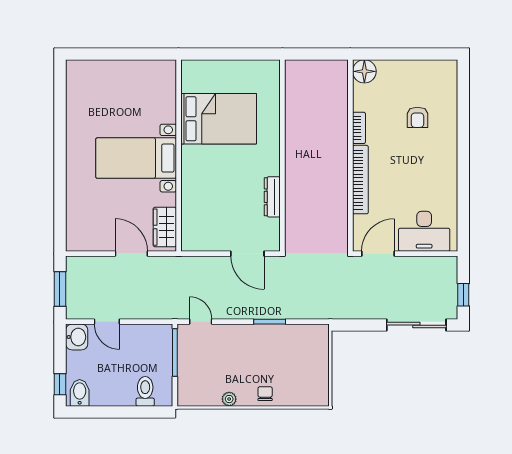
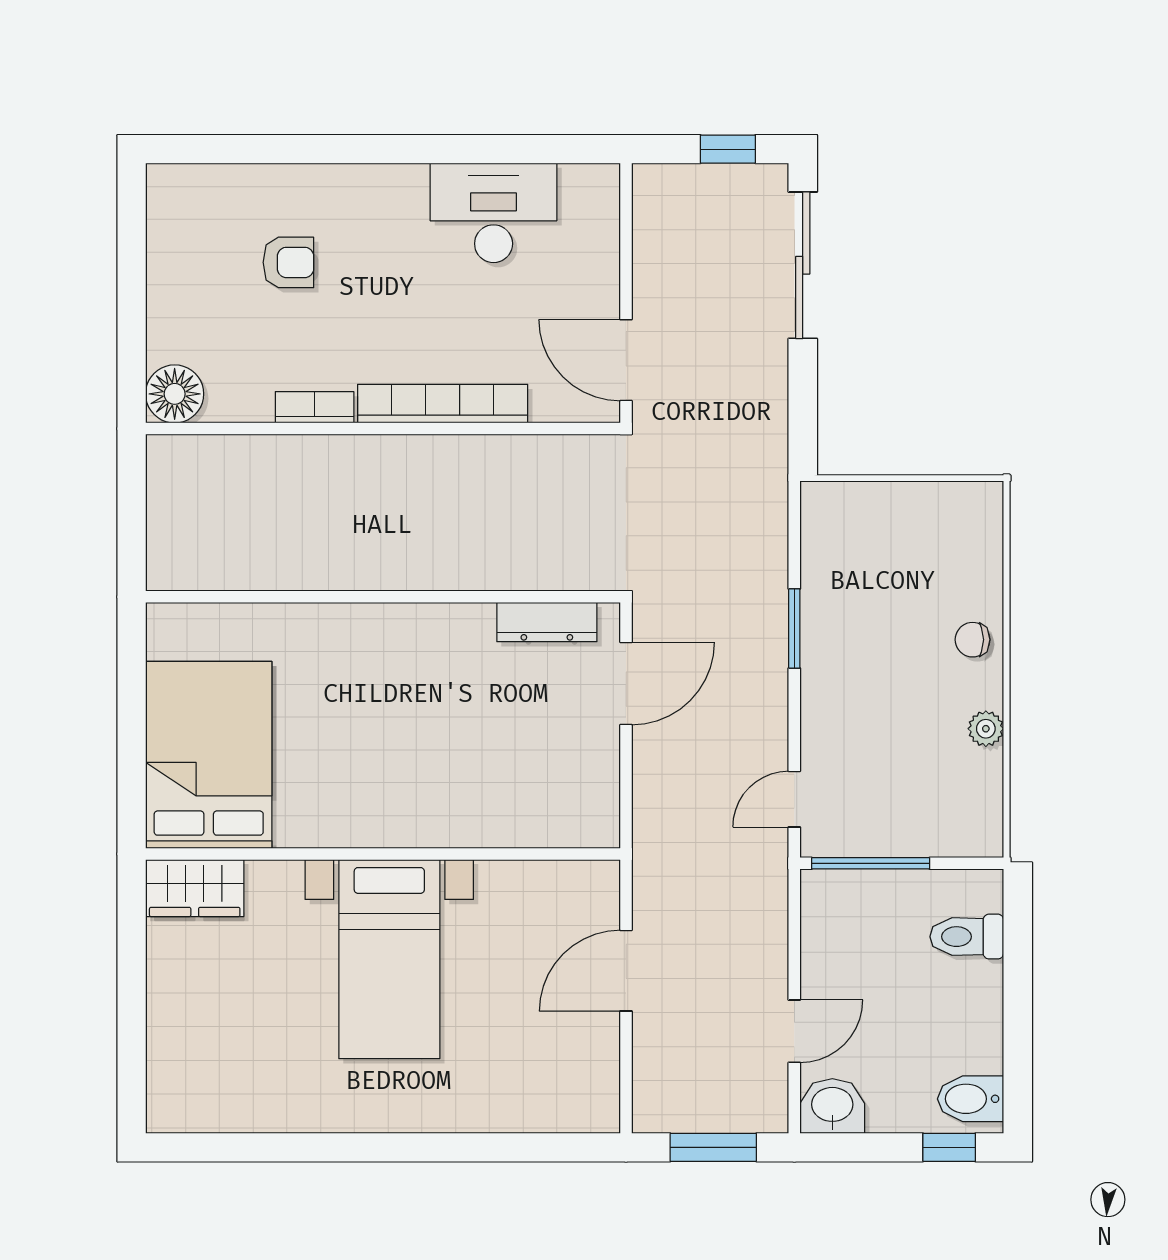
bed: (219, 119) -> (209, 755), moved
dresser: (272, 197) -> (547, 622), moved
wardrobe: (165, 227) -> (195, 888), moved
desk: (424, 231) -> (494, 213), moved, turned -90

